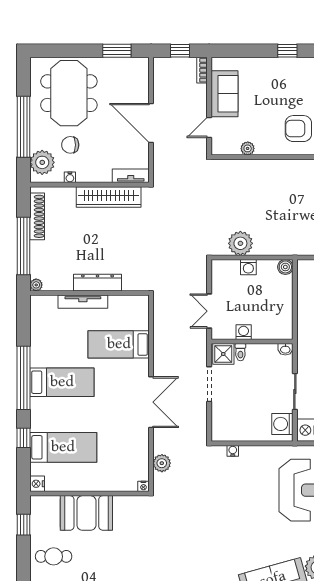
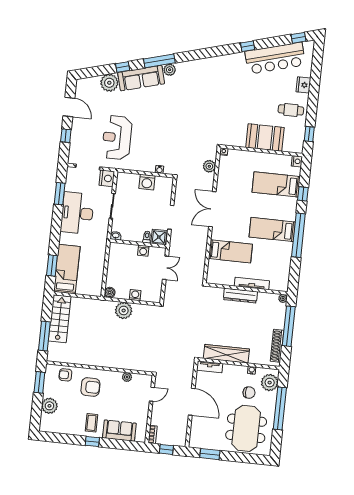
coffee table: (291, 77) -> (91, 423), added
sofa: (224, 94) -> (119, 431), moved, turned 90
plant: (240, 243) -> (124, 310), moved
washing machine: (282, 424) -> (147, 182), moved, turned 90

